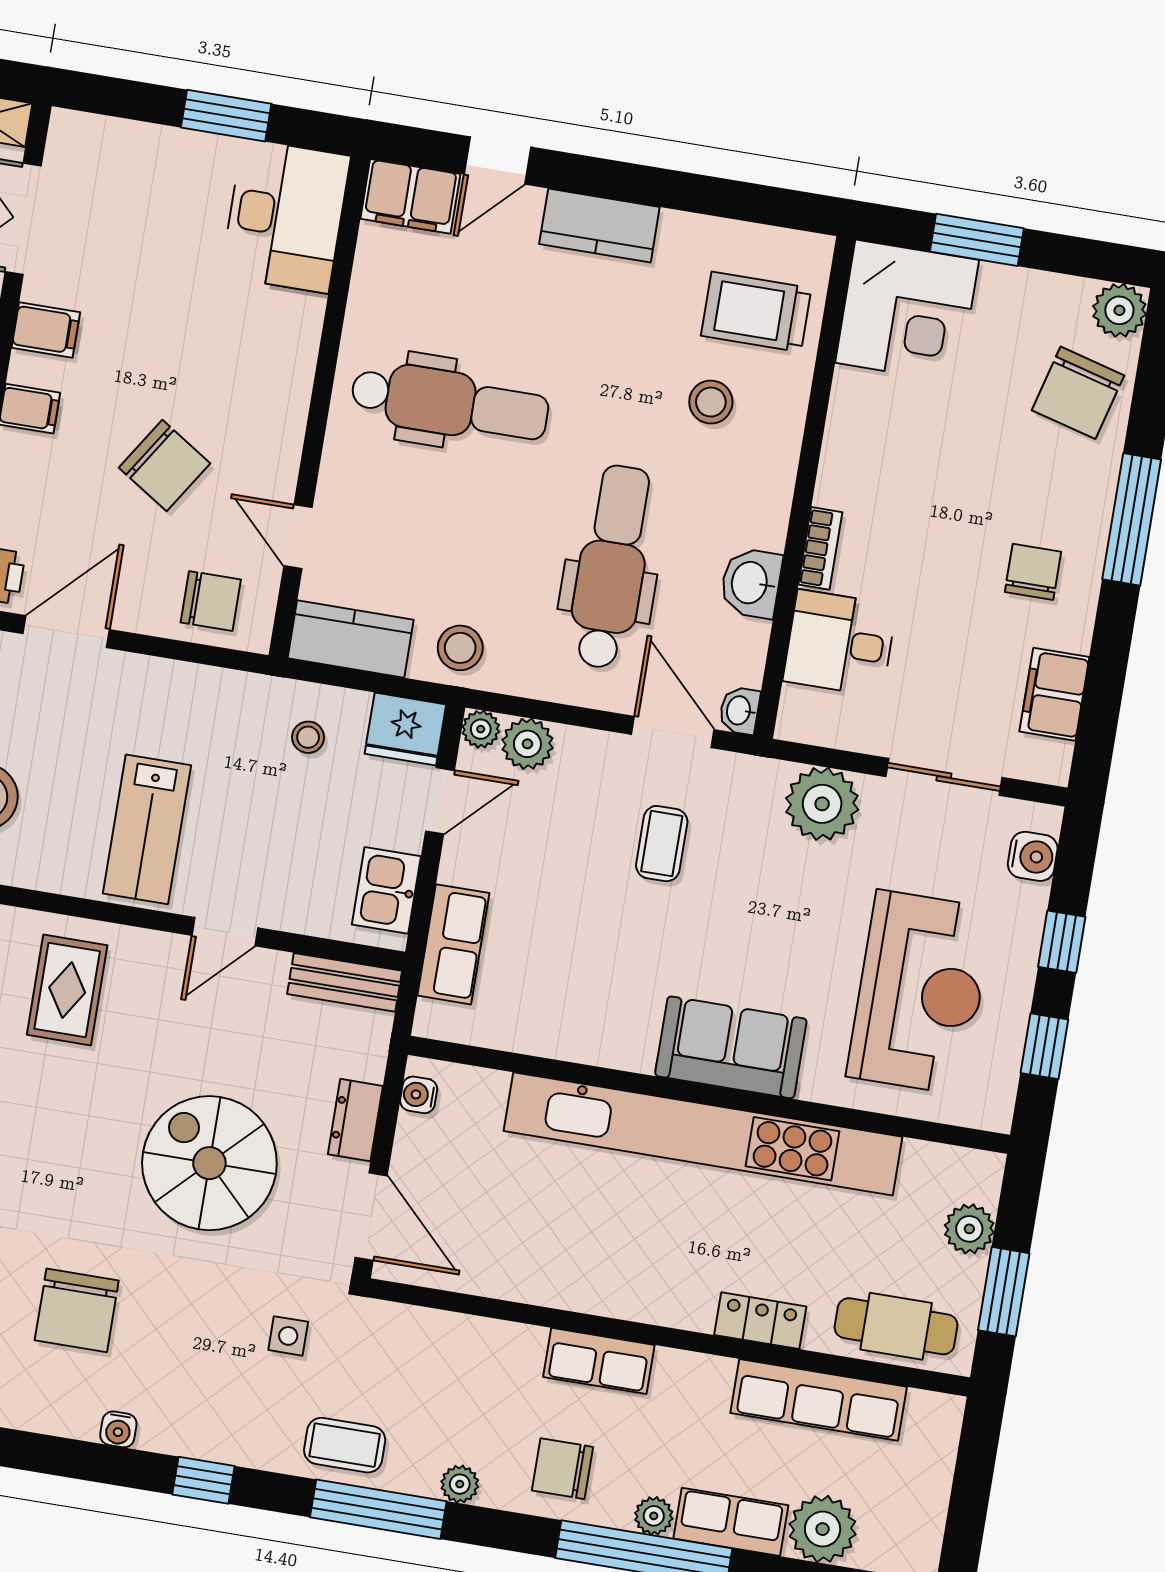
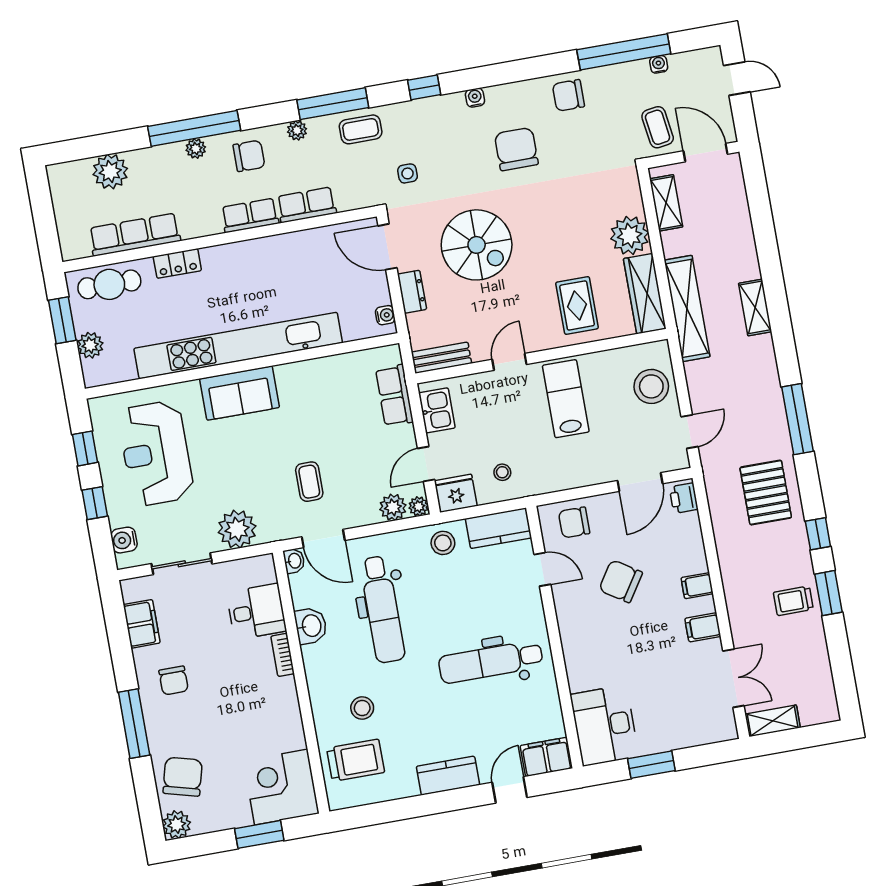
row of seats: (731, 1522) -> (307, 205), moved, turned 180

